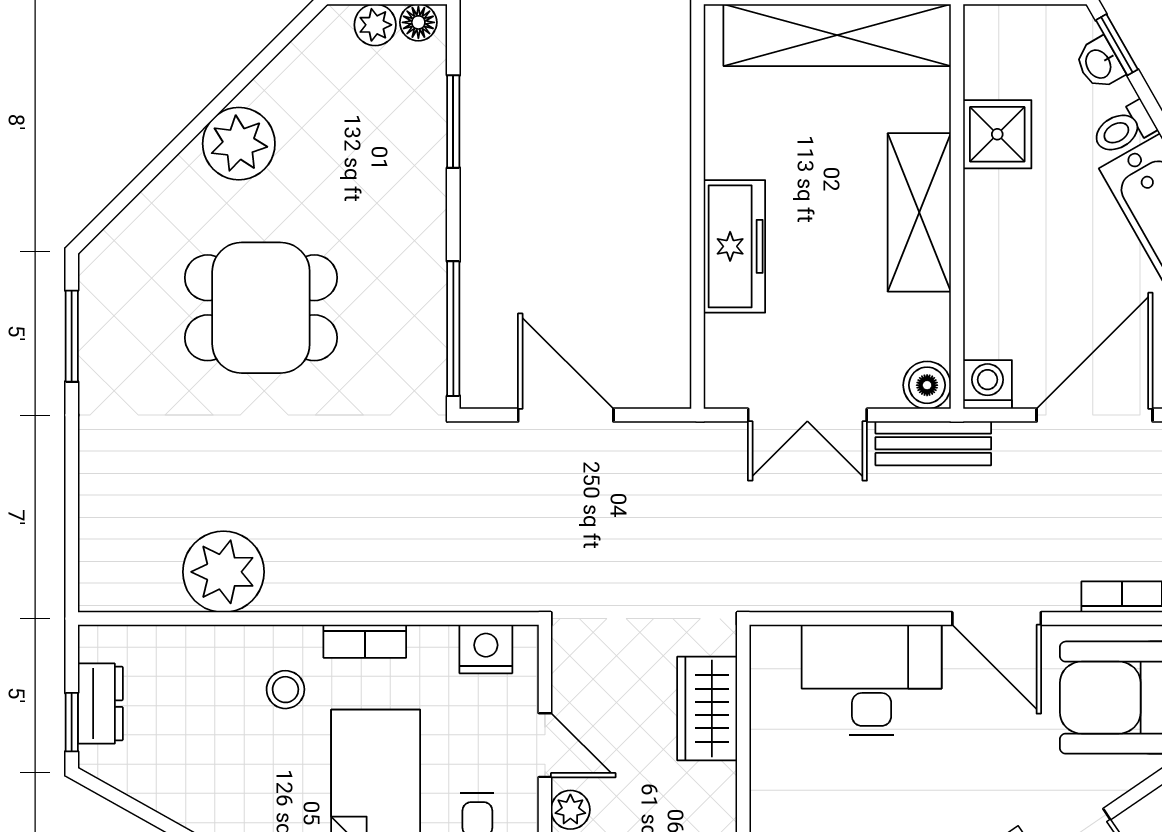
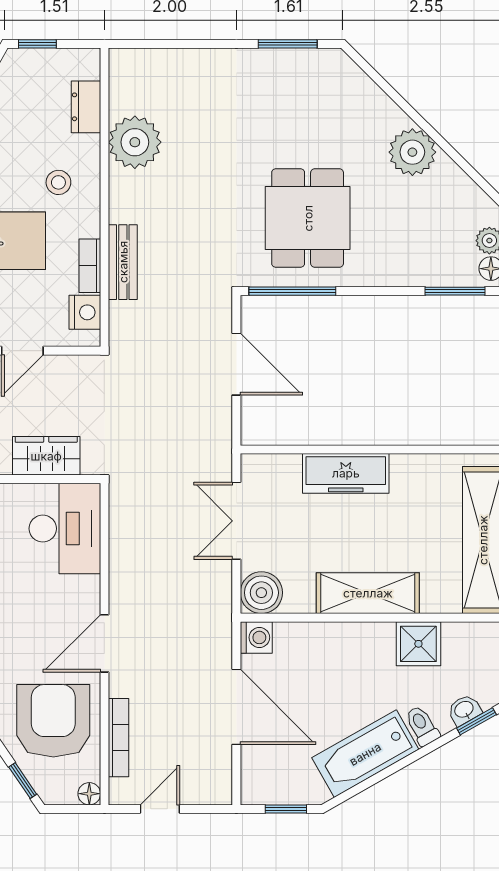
window: (453, 121) -> (455, 291), moved
dining table: (261, 308) -> (308, 218), moved
boiler: (927, 385) -> (261, 593), width x1.36, depth x1.36
door: (566, 415) -> (236, 364), hinge flipped
bench: (933, 443) -> (123, 262), moved
bookcase: (365, 641) -> (90, 266), moved
desk: (872, 680) -> (65, 529), moved
dresser: (100, 704) -> (86, 107), moved, turned 90

